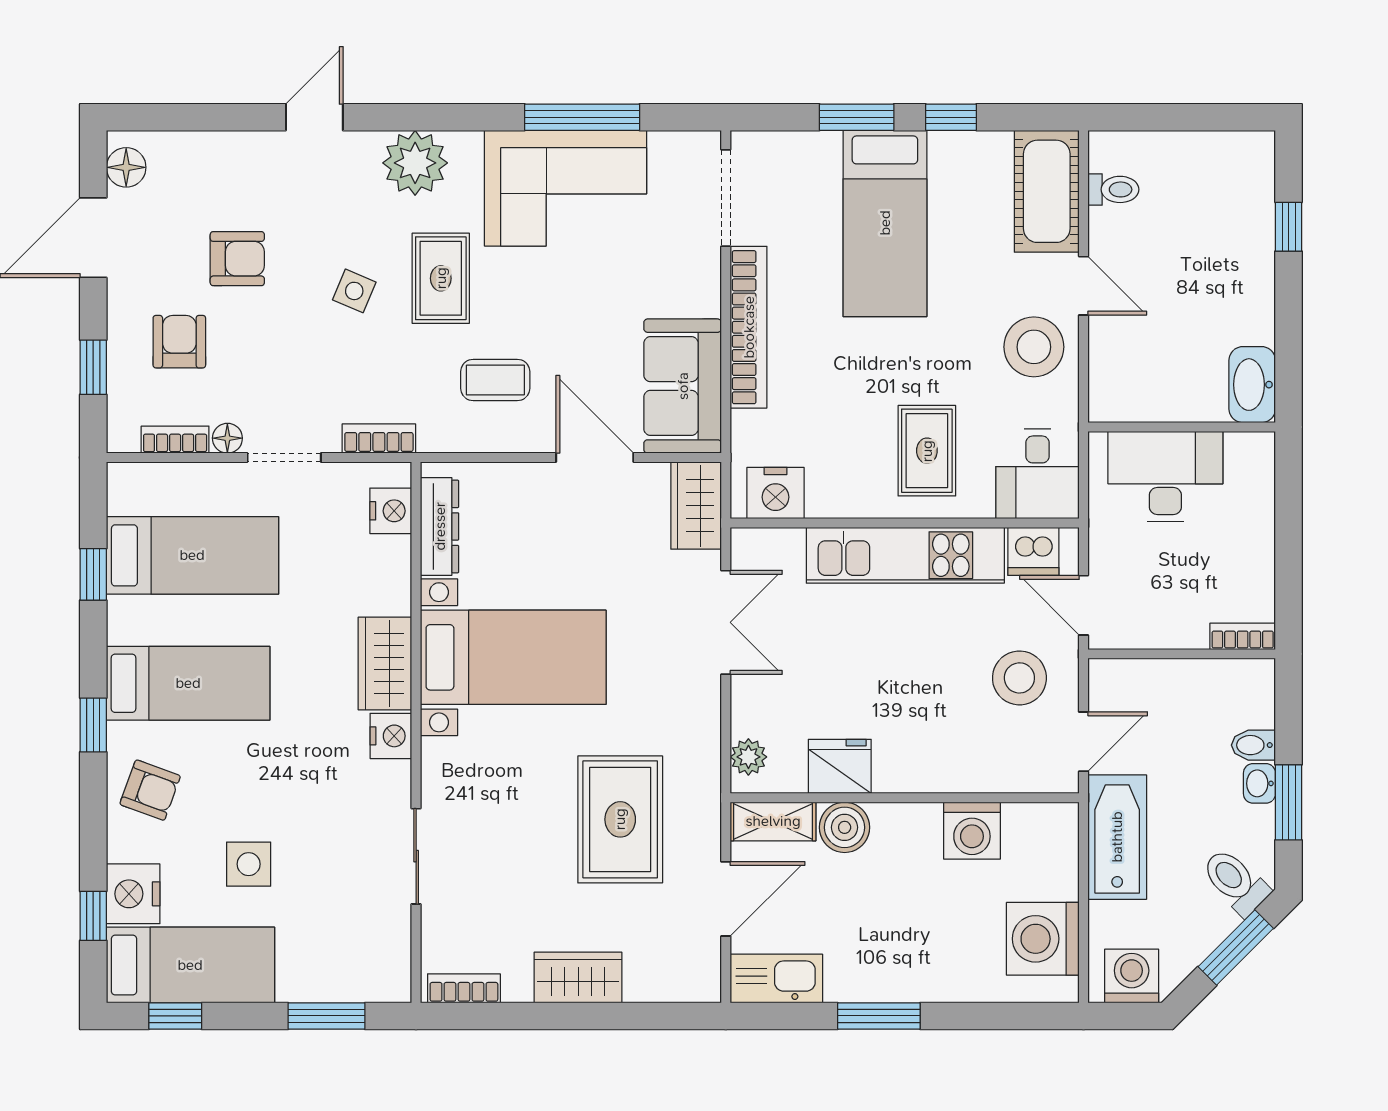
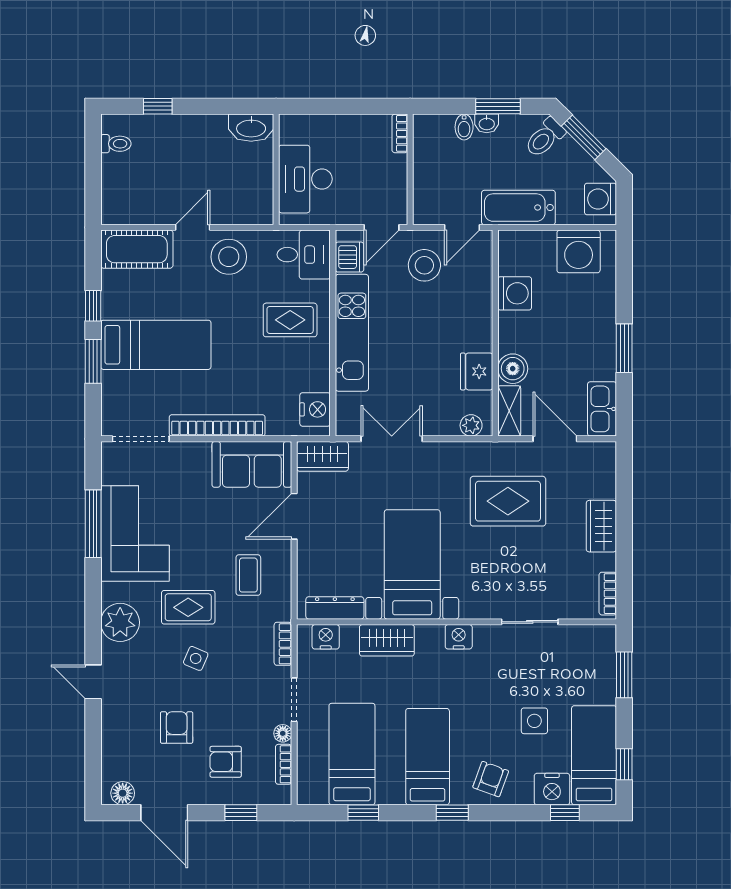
toilet: (1113, 189) -> (116, 144), moved, turned 90
wardrobe: (385, 663) -> (387, 640), moved
door: (1084, 742) -> (462, 227), swing flipped

